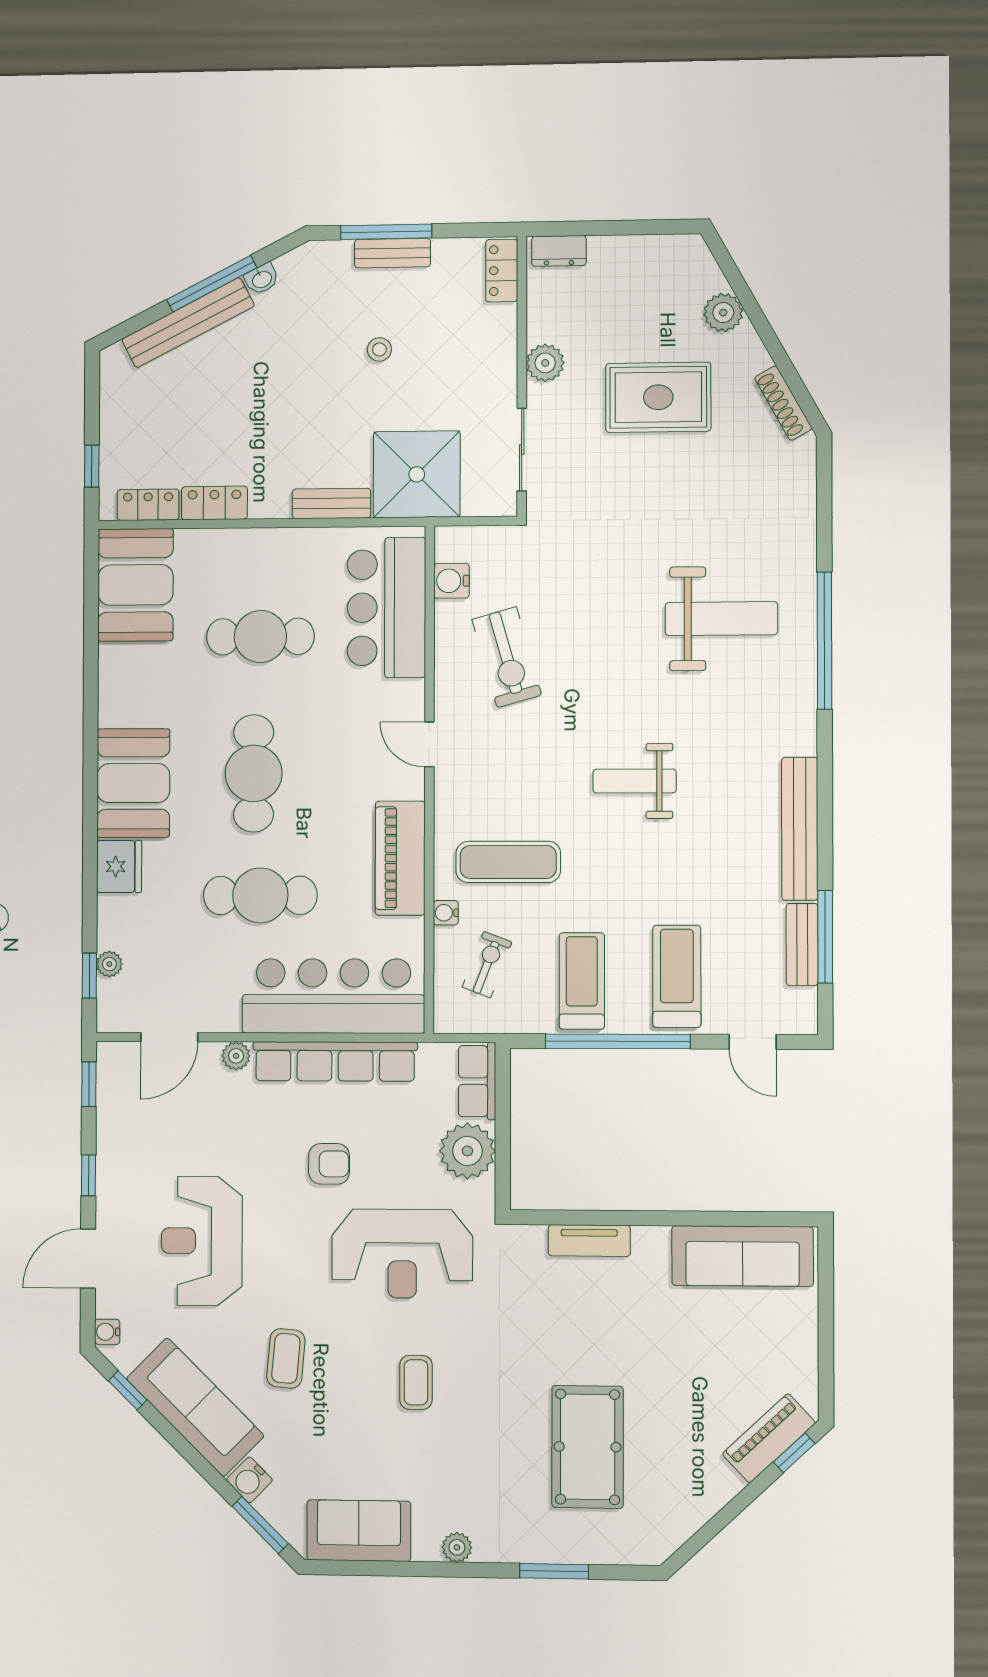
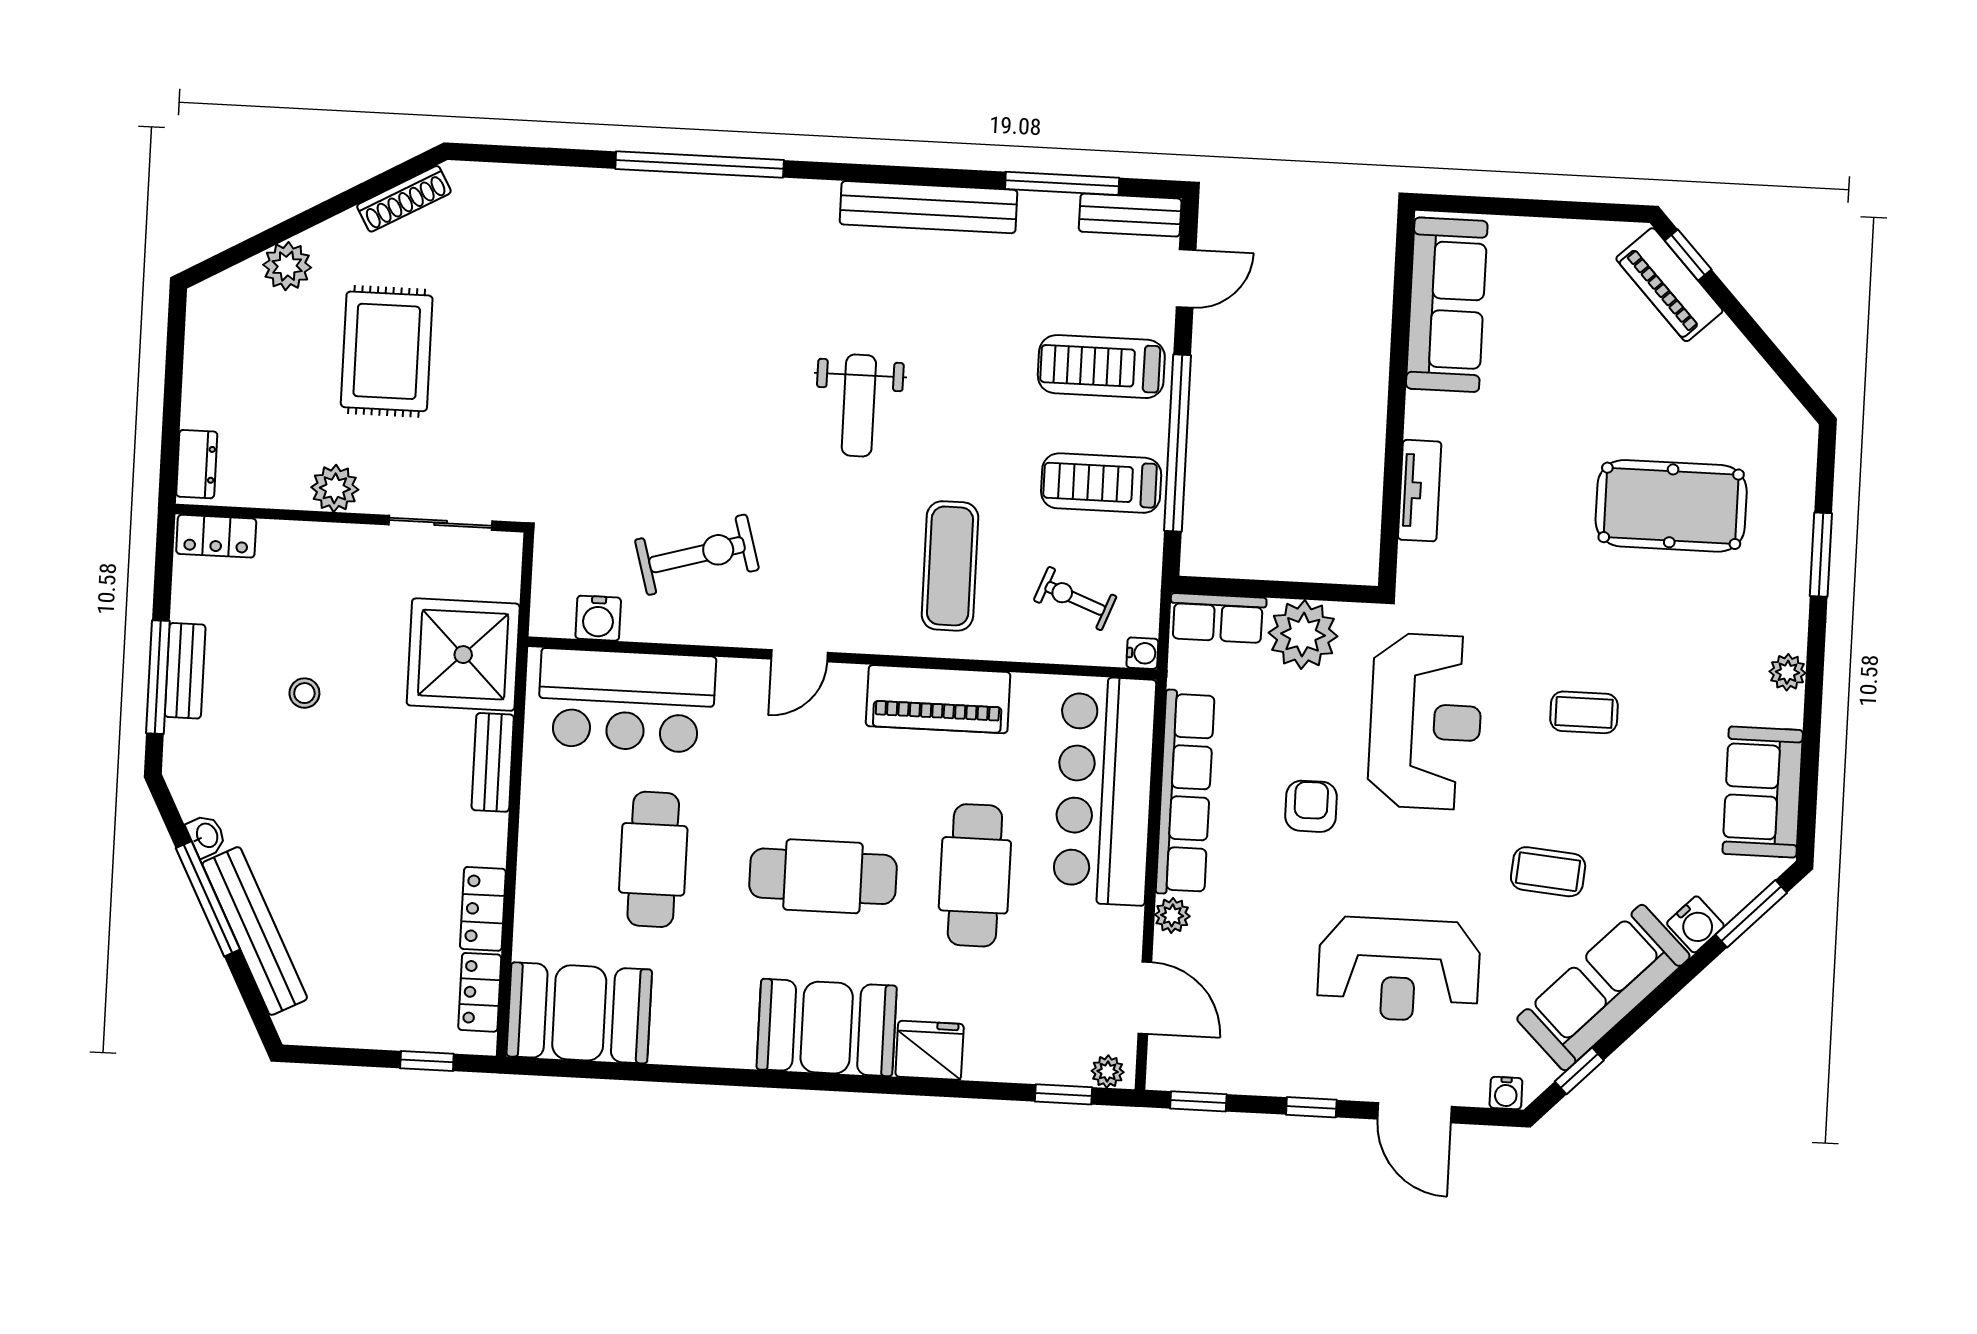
weight bench: (721, 619) -> (665, 289), removed
water cooler: (446, 913) -> (1142, 653), moved, turned -90
bench: (802, 944) -> (1130, 215), moved
plant: (109, 964) -> (1108, 1071), moved

